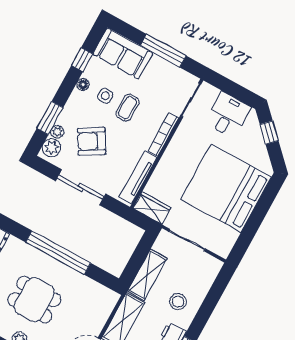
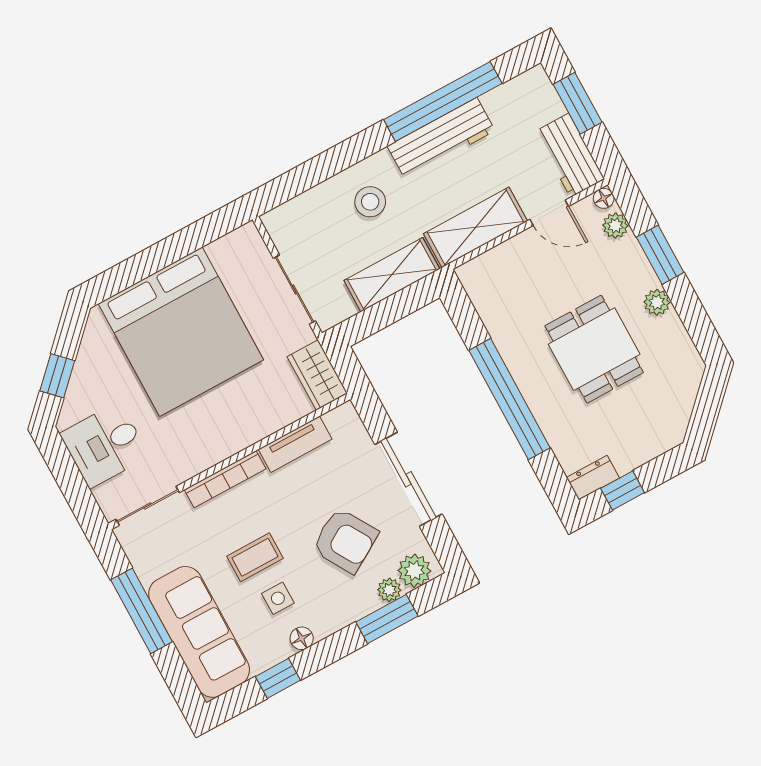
sofa: (123, 53) -> (199, 632), width x1.36
tv unit: (138, 177) -> (295, 444), width x0.71

